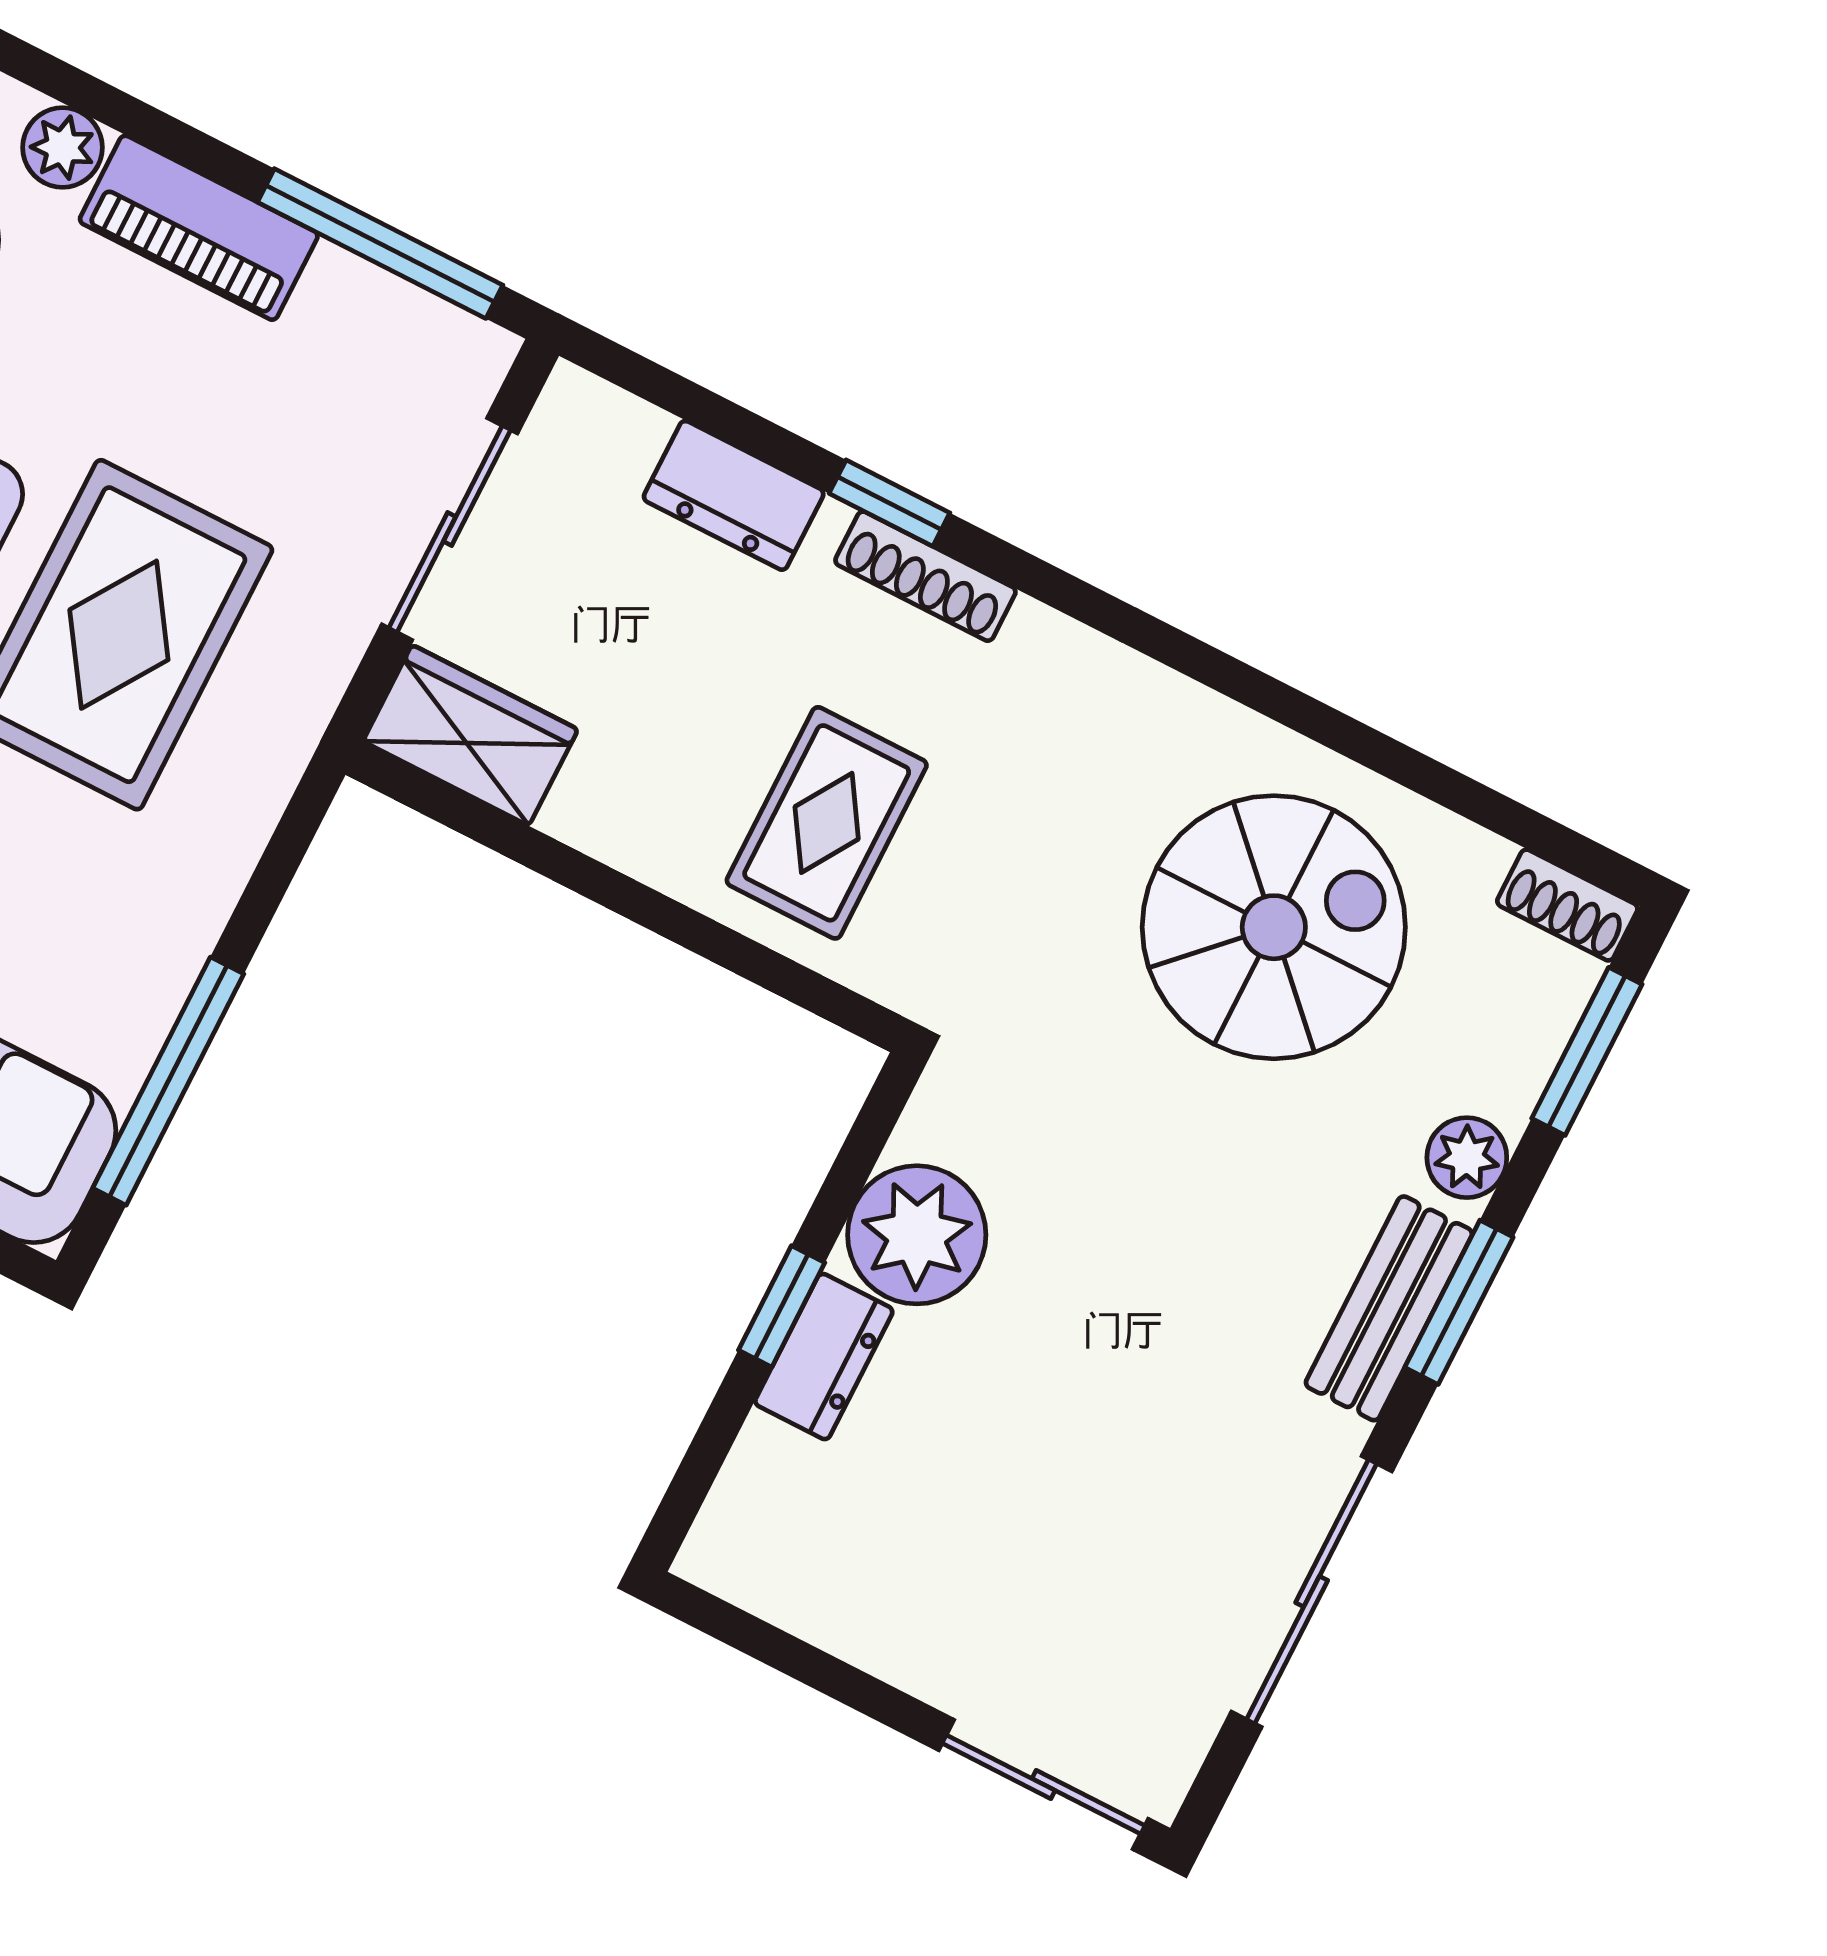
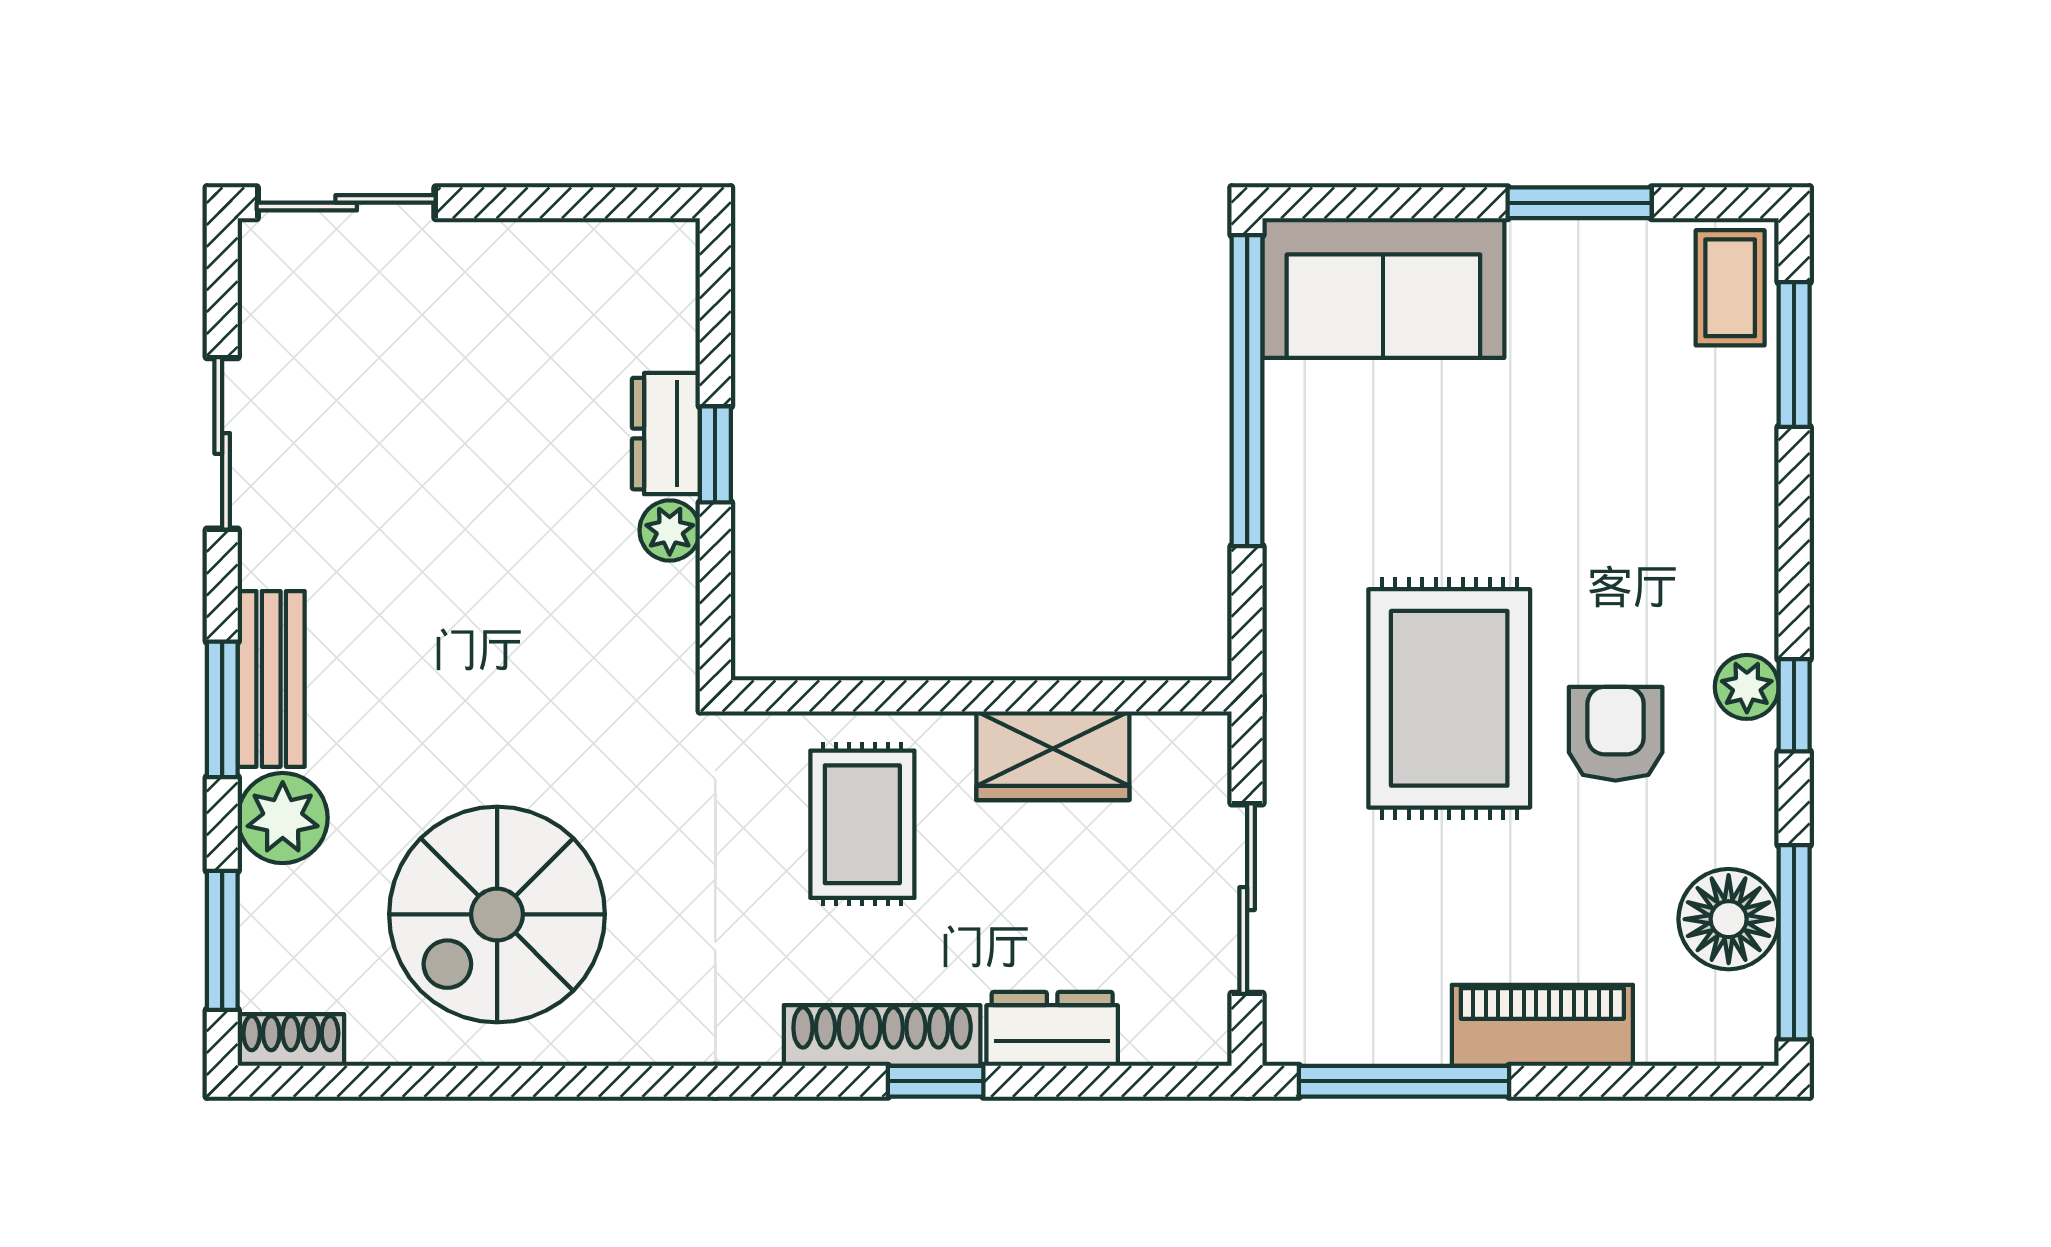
plant: (63, 147) -> (1672, 1033), removed
shoe rack: (925, 576) -> (882, 1035), width x1.36, depth x1.24
wardrobe: (470, 735) -> (1053, 756), moved
window: (168, 1081) -> (1247, 391), width x1.46
plant: (1467, 1158) -> (283, 818), width x1.38, depth x1.38
plant: (917, 1235) -> (670, 531), width x0.53, depth x0.53
sliding door: (1312, 1591) -> (222, 443), width x0.73

